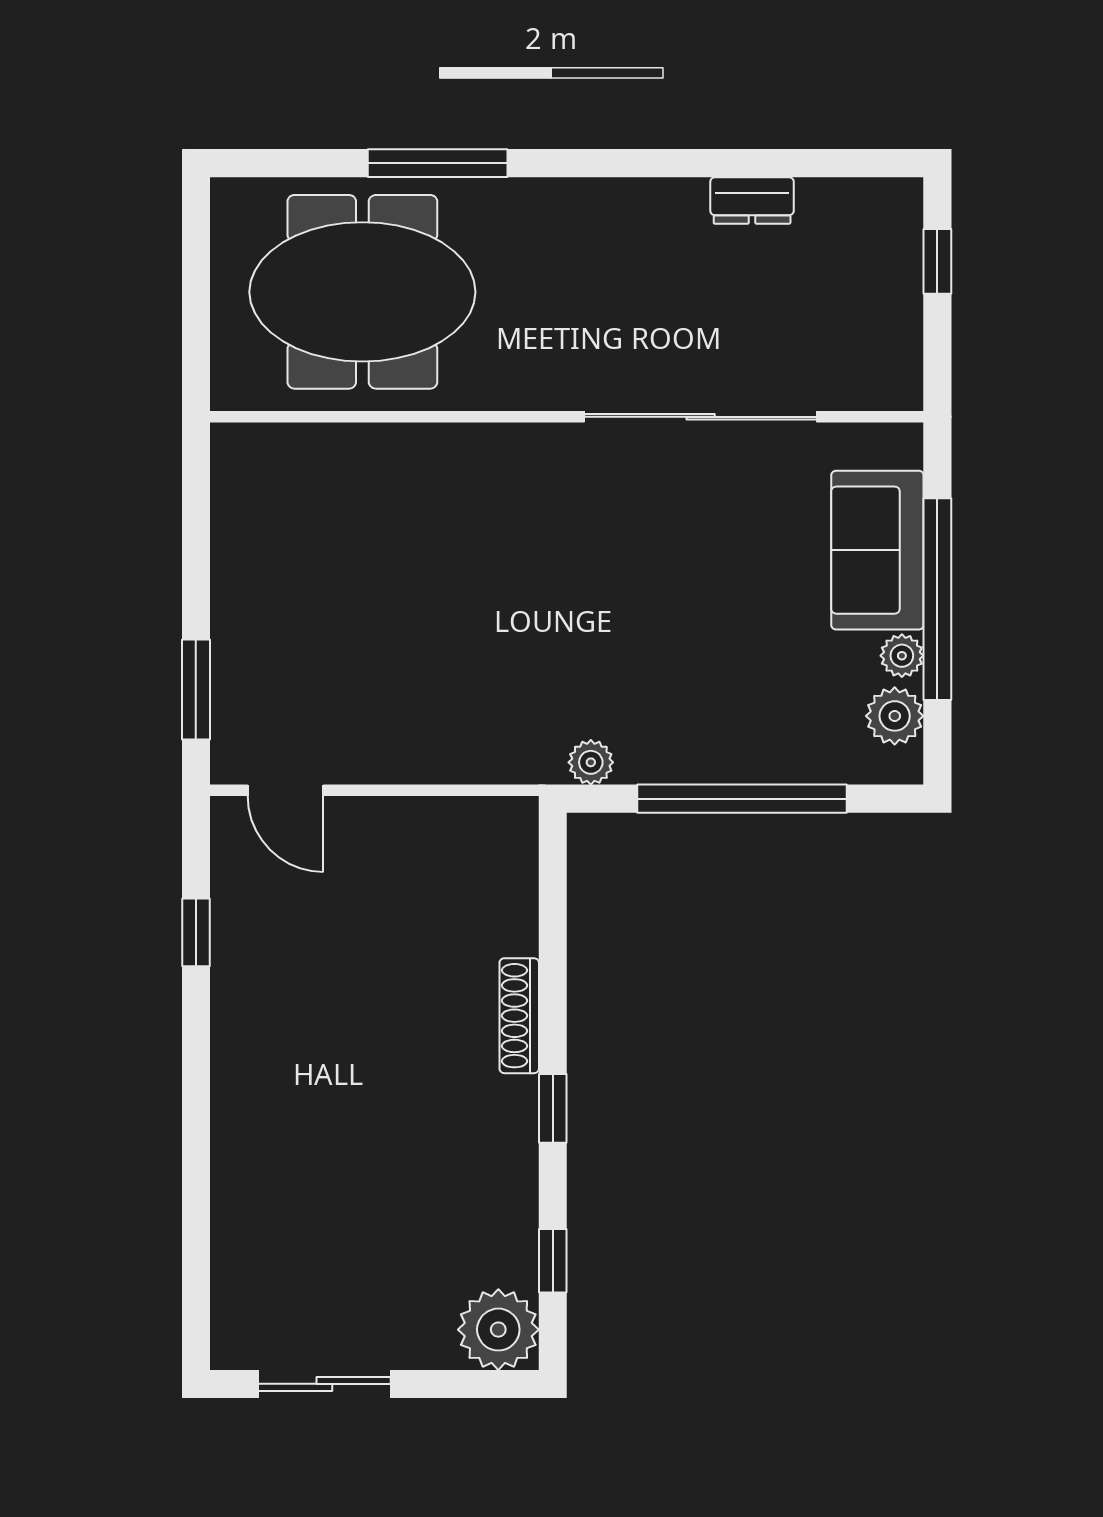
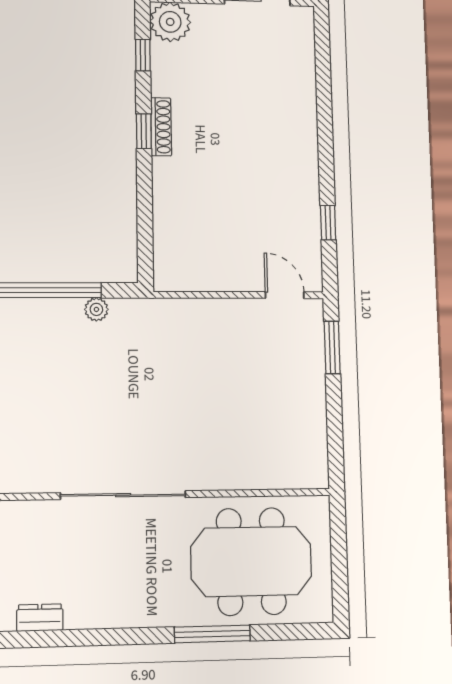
sliding door: (701, 417) -> (123, 495), moved
plant: (591, 762) -> (96, 309), moved
shoe rack: (519, 1016) -> (161, 127), moved

